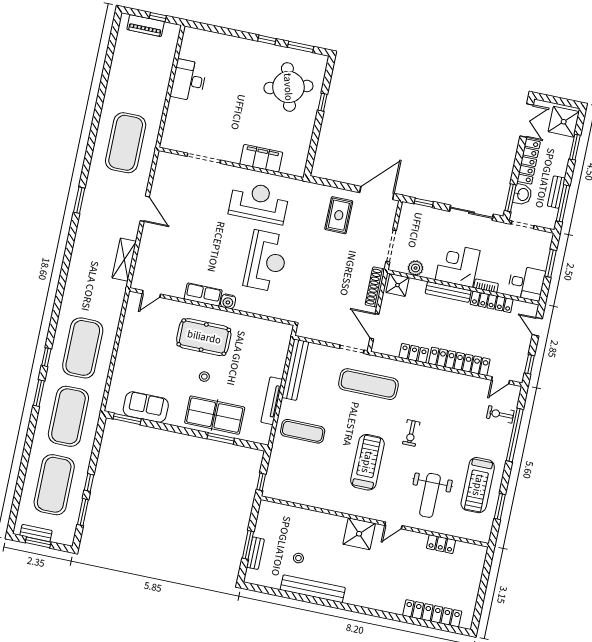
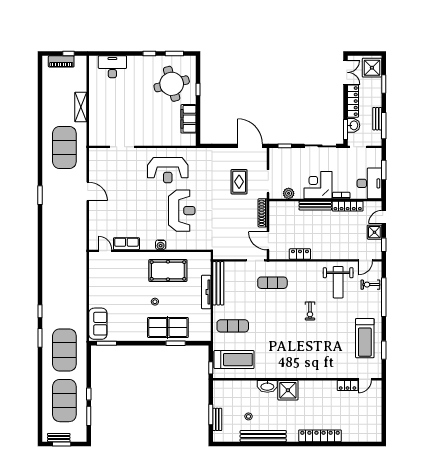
desk: (189, 80) -> (112, 67), moved, turned 90
filing cabinet: (261, 158) -> (188, 119), moved, turned -90
door: (377, 193) -> (250, 146), hinge flipped
reception desk: (259, 203) -> (168, 170), turned 180
rug: (339, 215) -> (239, 182), moved
shelving: (124, 260) -> (81, 107), moved
desk: (526, 283) -> (369, 183), width x1.37
shower: (397, 285) -> (374, 232), moved
door: (151, 294) -> (105, 251), swing flipped
row of seats: (203, 295) -> (126, 244), moved
door: (537, 327) -> (384, 217), hinge flipped
pool table: (204, 337) -> (168, 270), moved
exercise mat: (83, 348) -> (64, 299), removed
locker: (459, 361) -> (333, 253), removed
exercise mat: (368, 384) -> (272, 283), width x0.73, depth x0.69
tv unit: (272, 401) -> (206, 292), moved
sofa: (146, 407) -> (98, 324), moved, turned 90
treadmill: (367, 462) -> (234, 360), moved, turned 90
weight bench: (430, 495) -> (338, 282), moved
washbasin: (332, 523) -> (267, 386), added
door: (393, 525) -> (365, 379), moved
locker: (432, 613) -> (320, 436), moved

